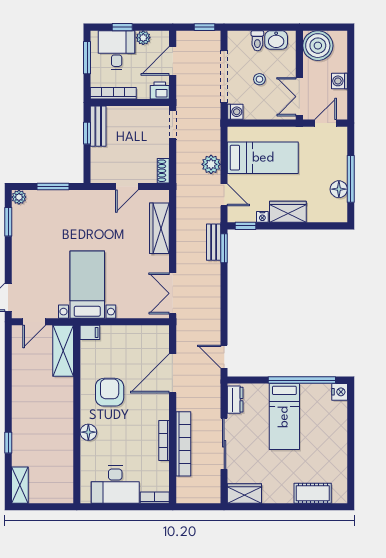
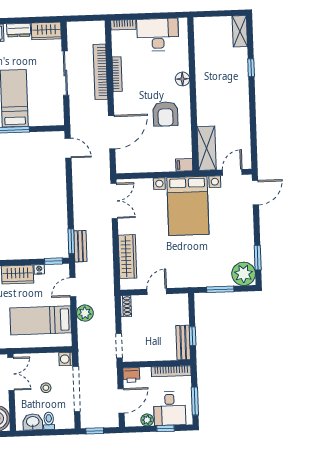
door: (224, 195) -> (73, 287), hinge flipped
plant: (19, 197) -> (244, 274), width x1.87, depth x1.87
bed with nightstands: (87, 285) -> (188, 206), width x1.36
dresser: (235, 400) -> (19, 30), moved, turned -90

